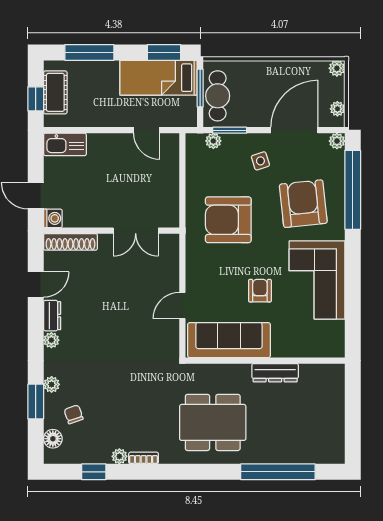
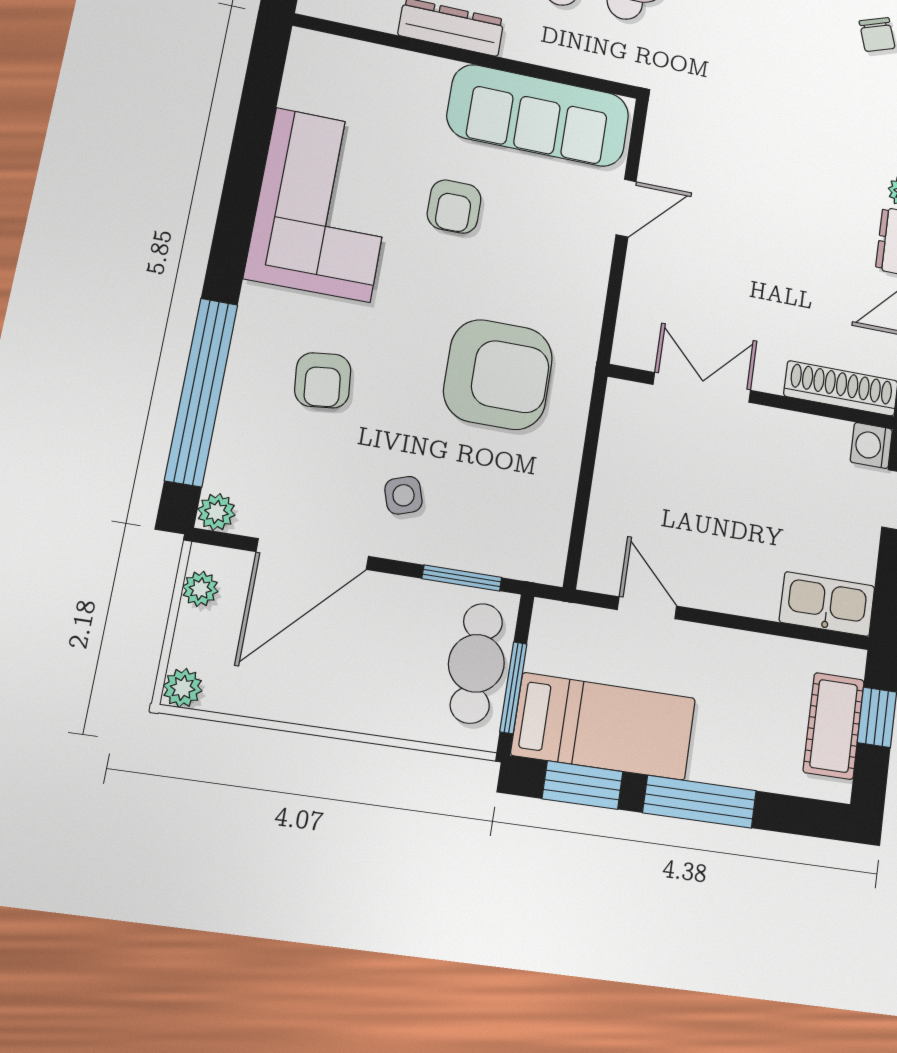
window: (89, 52) -> (700, 802), moved
plant: (213, 141) -> (503, 559), removed
armchair: (303, 204) -> (323, 380), width x0.53, depth x0.53

